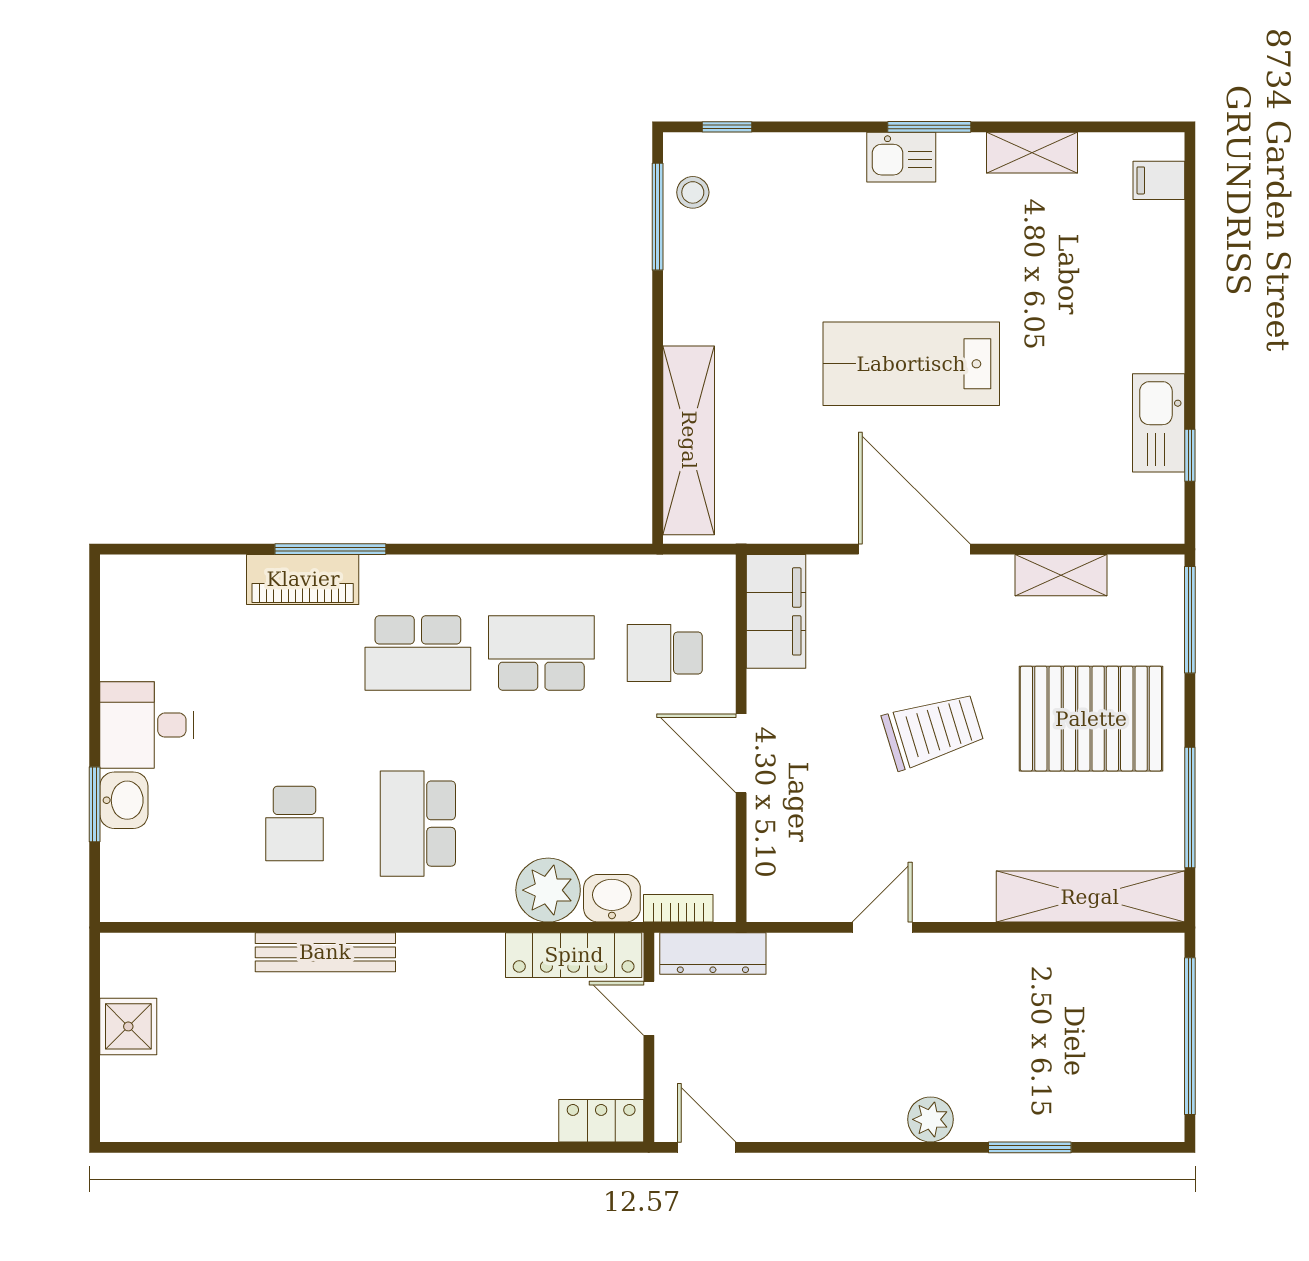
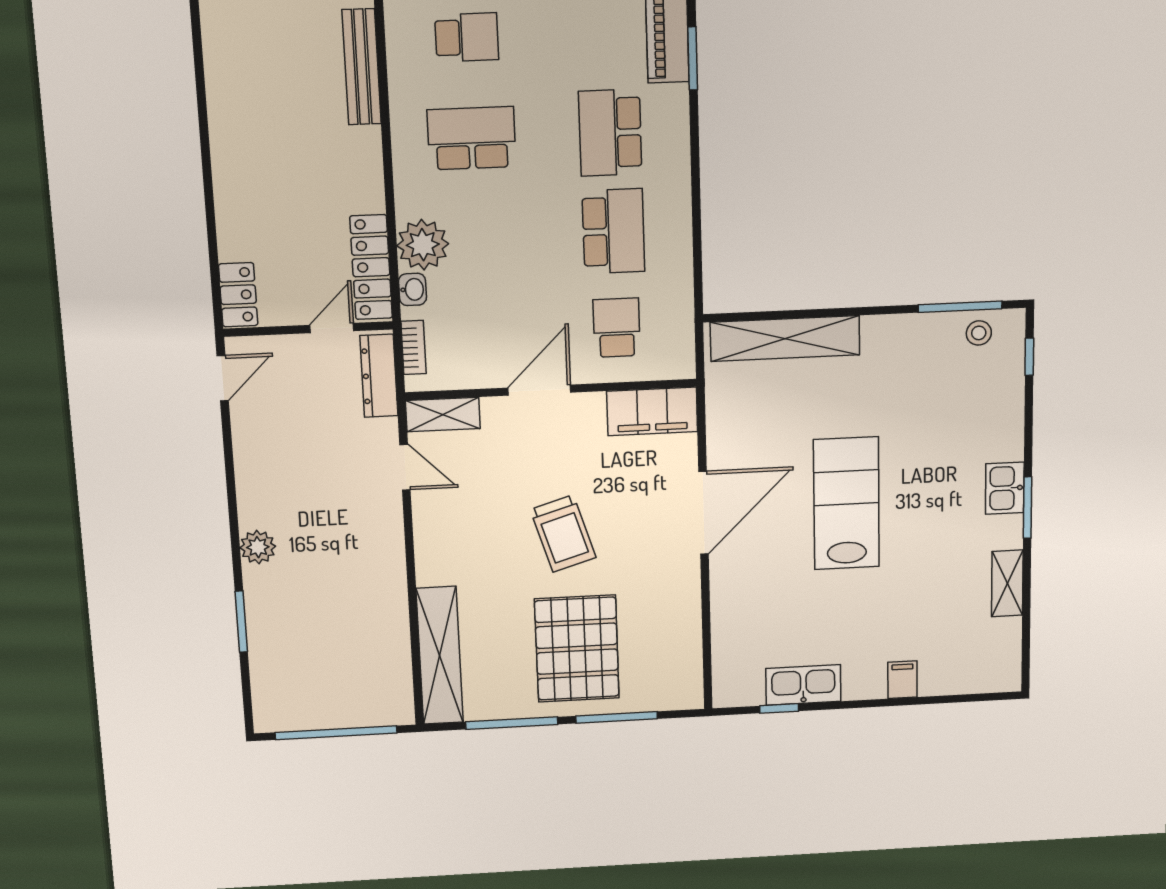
filing cabinet: (1159, 180) -> (902, 680), moved
window: (330, 549) -> (693, 58), width x0.69
shelving: (1061, 575) -> (443, 415), moved, turned 90
window: (1190, 620) -> (617, 717), moved
school desk: (294, 824) -> (467, 37), turned 180
washbasin: (612, 898) -> (413, 289), width x0.72, depth x0.69
door: (882, 927) -> (405, 467), moved

